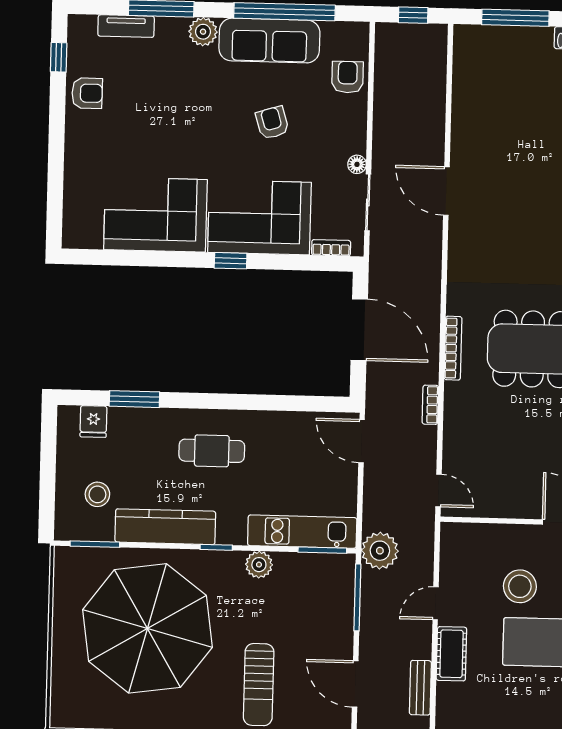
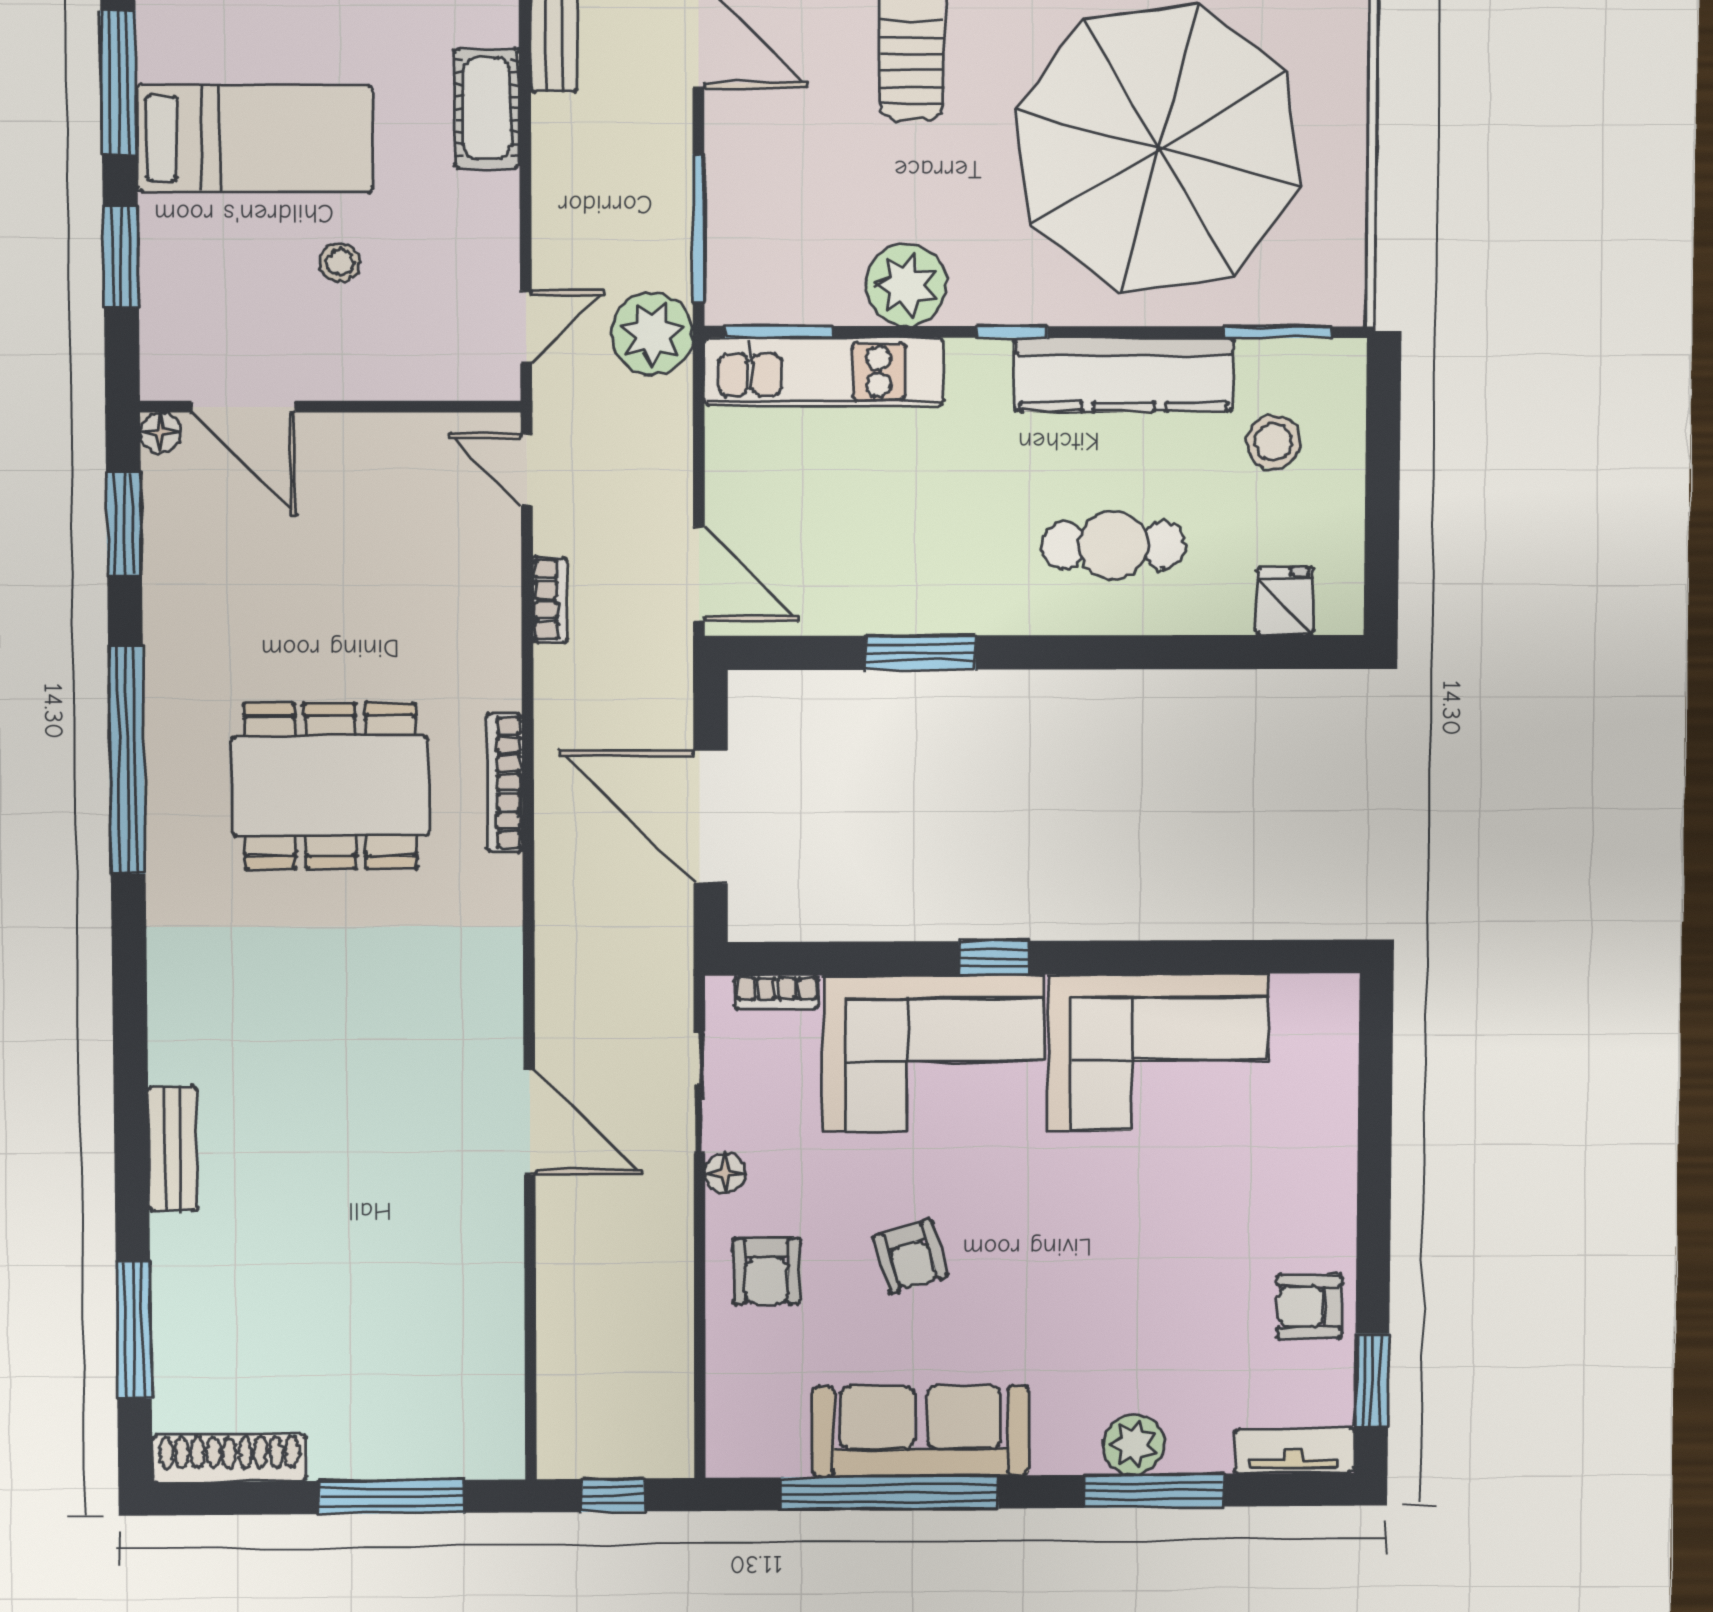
tv unit: (126, 26) -> (1294, 1451), moved
plant: (203, 32) -> (1134, 1444), moved
window: (59, 57) -> (1372, 1380), width x1.50
armchair: (348, 77) -> (767, 1271), moved
window: (134, 399) -> (921, 653), moved
bookcase: (430, 405) -> (550, 600), moved
cafe table: (212, 451) -> (1113, 545), moved
plant: (259, 565) -> (906, 285), width x1.36, depth x1.36
stool: (520, 586) -> (340, 262), width x0.53, depth x0.53
door: (436, 603) -> (526, 327), moved

